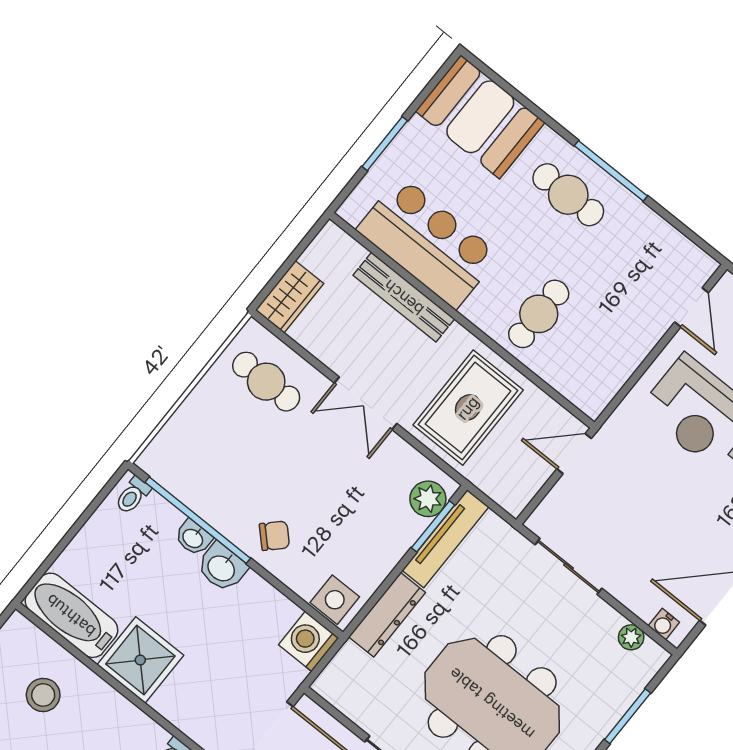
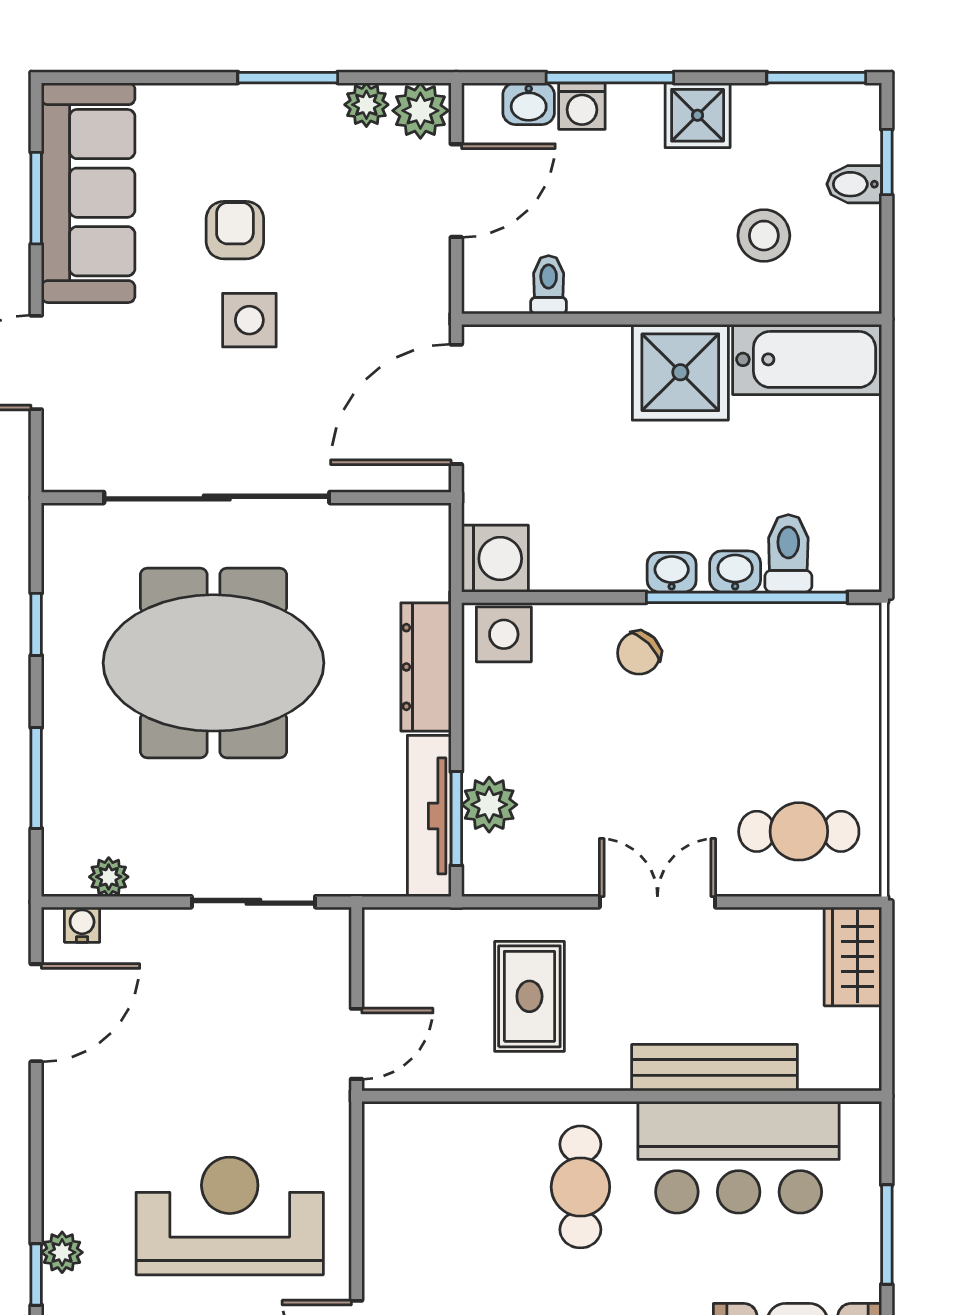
cafe table: (539, 314) -> (580, 1187), moved
rug: (468, 408) -> (529, 996), width x0.73, depth x0.70
toilet: (133, 495) -> (788, 553), moved, width x1.37, depth x1.39
plant: (428, 499) -> (489, 805), moved
washbasin: (222, 568) -> (672, 572), width x0.72, depth x0.69

